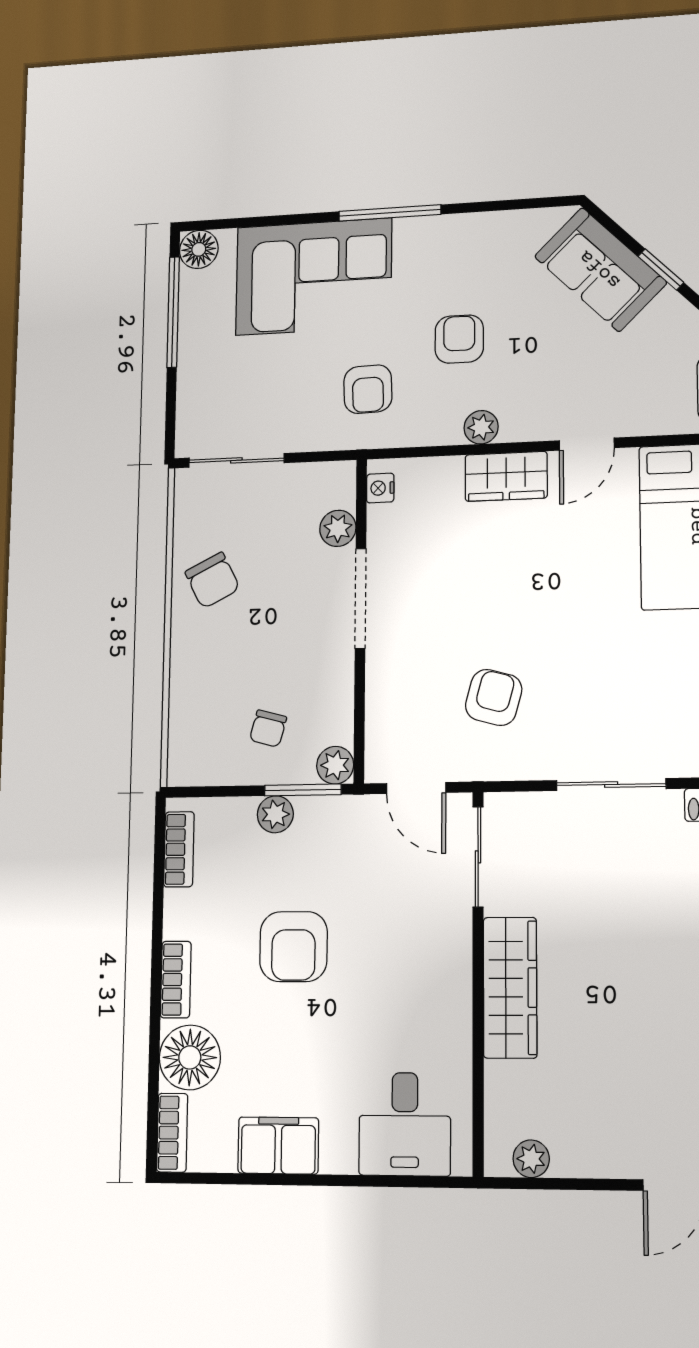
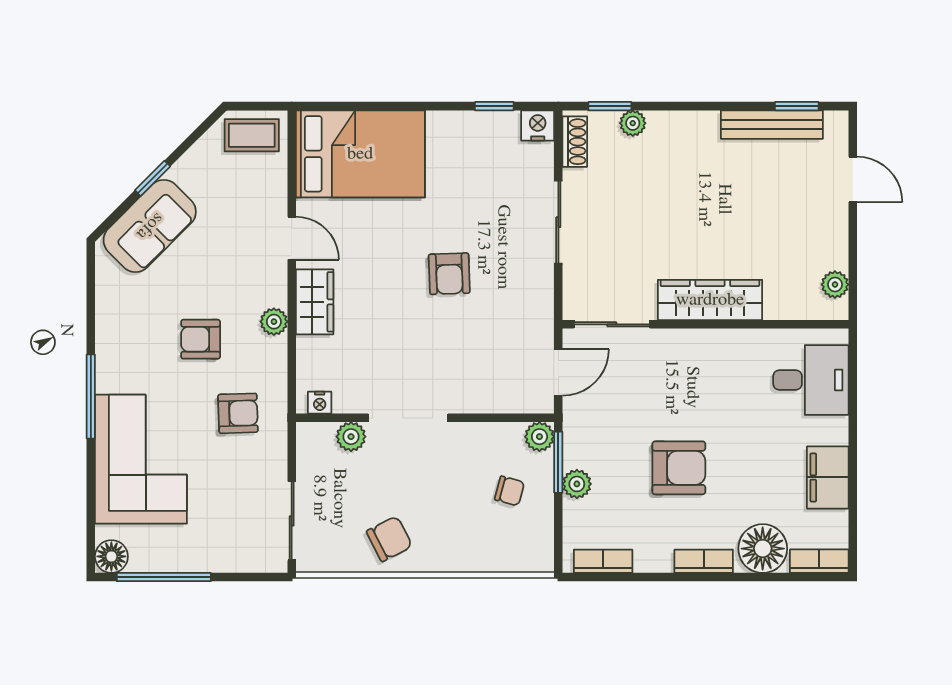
armchair: (494, 697) -> (449, 274), moved, turned -107

